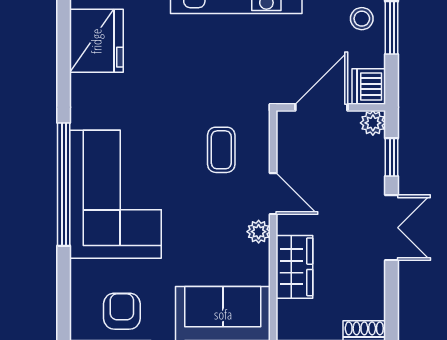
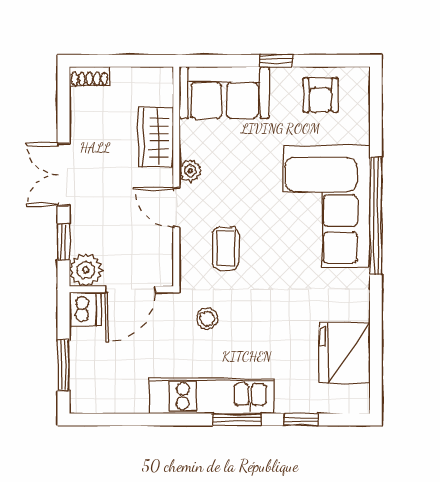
stool: (362, 19) -> (207, 319), moved
plant: (373, 123) -> (86, 270), width x1.38, depth x1.38

